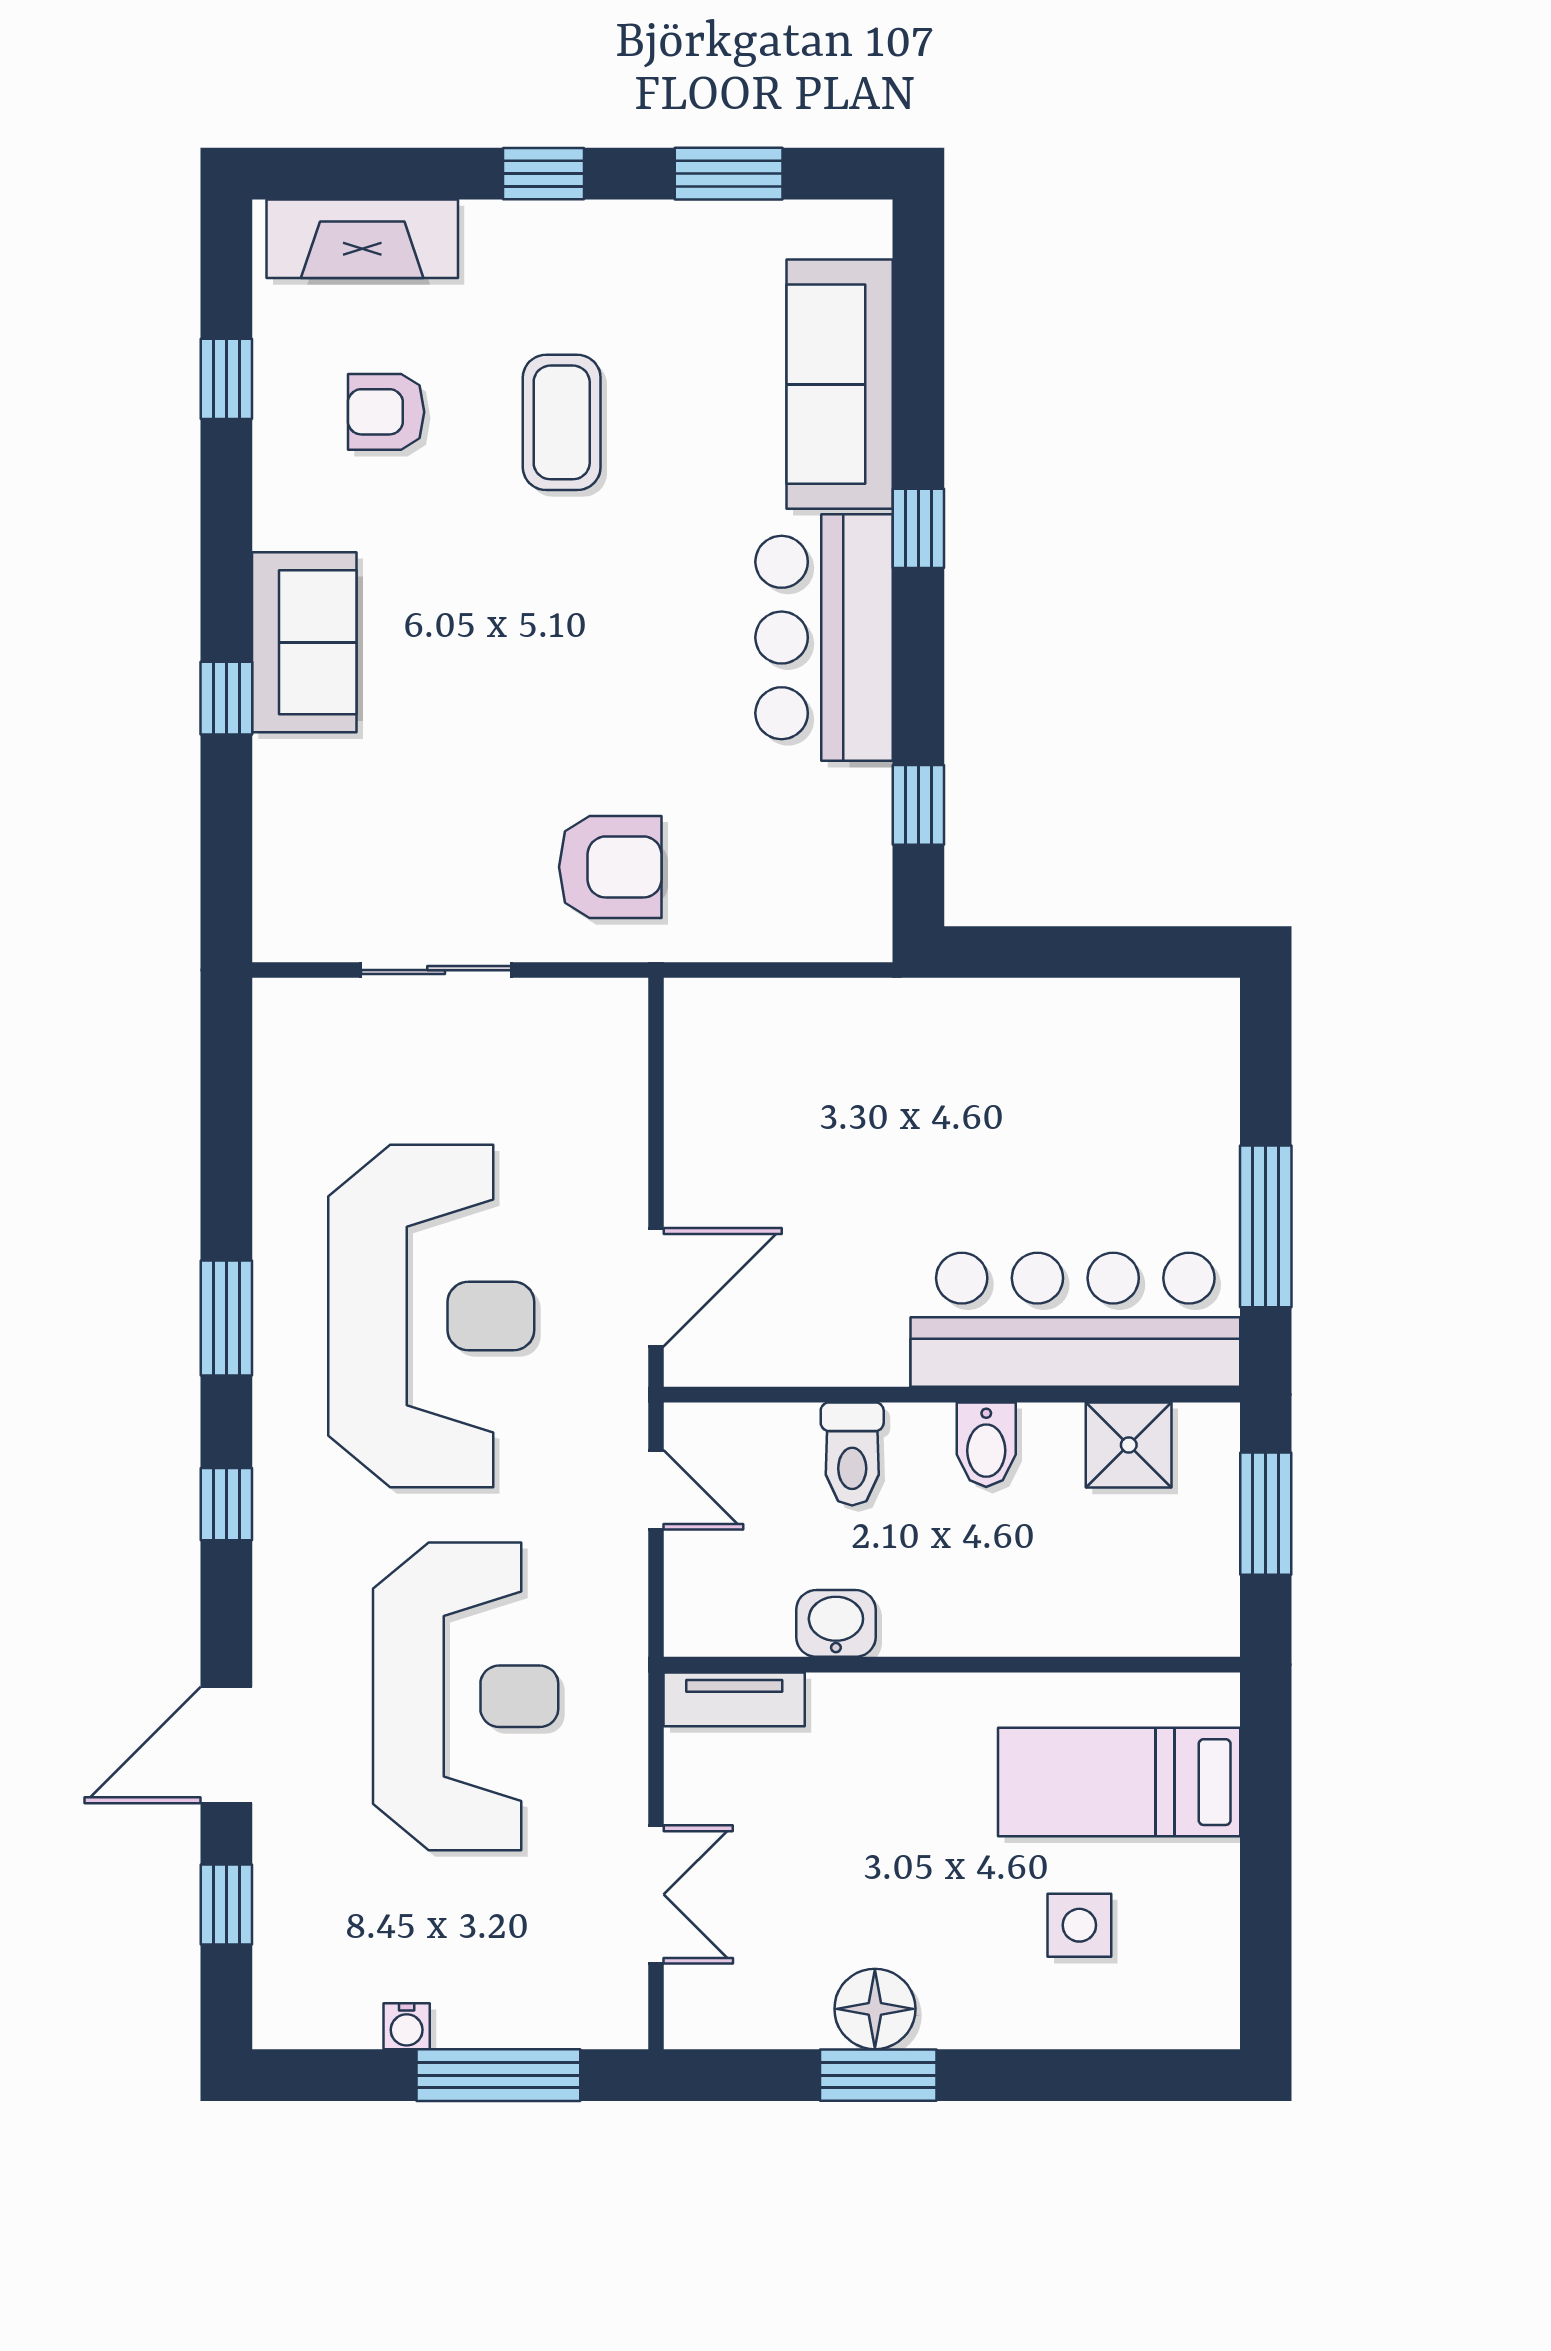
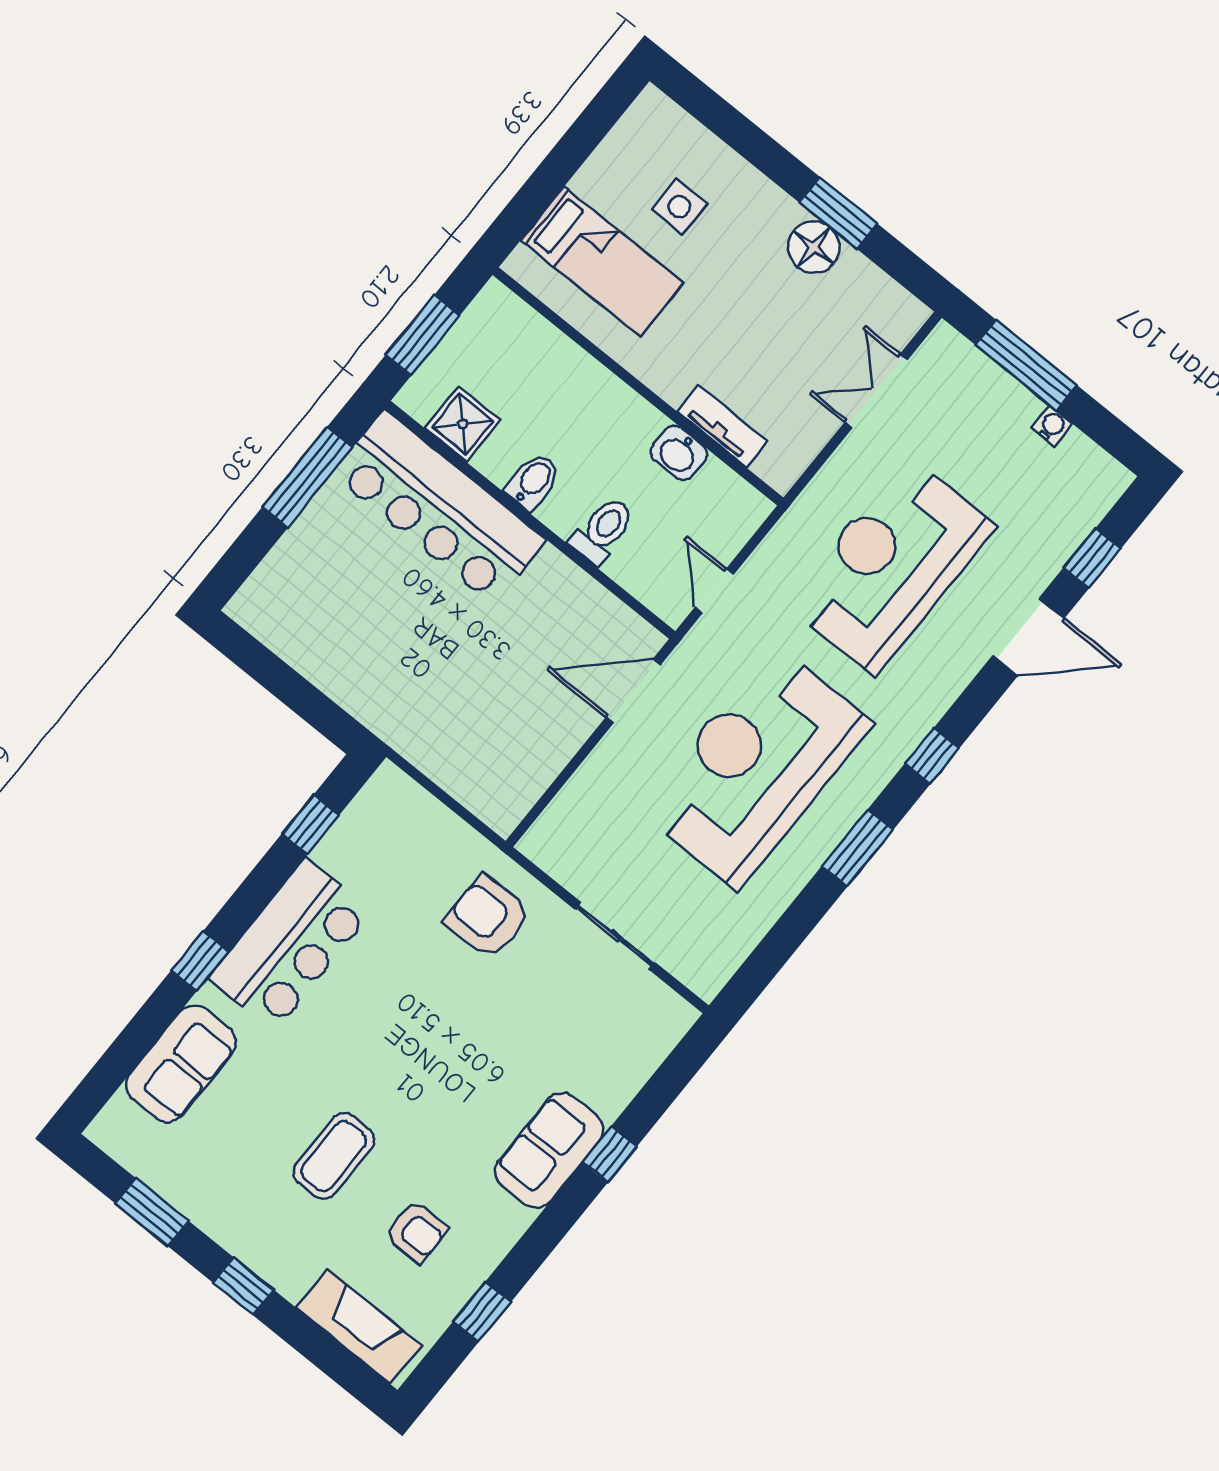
sofa: (840, 384) -> (181, 1064), width x0.73
tv unit: (734, 1699) -> (722, 426), moved

